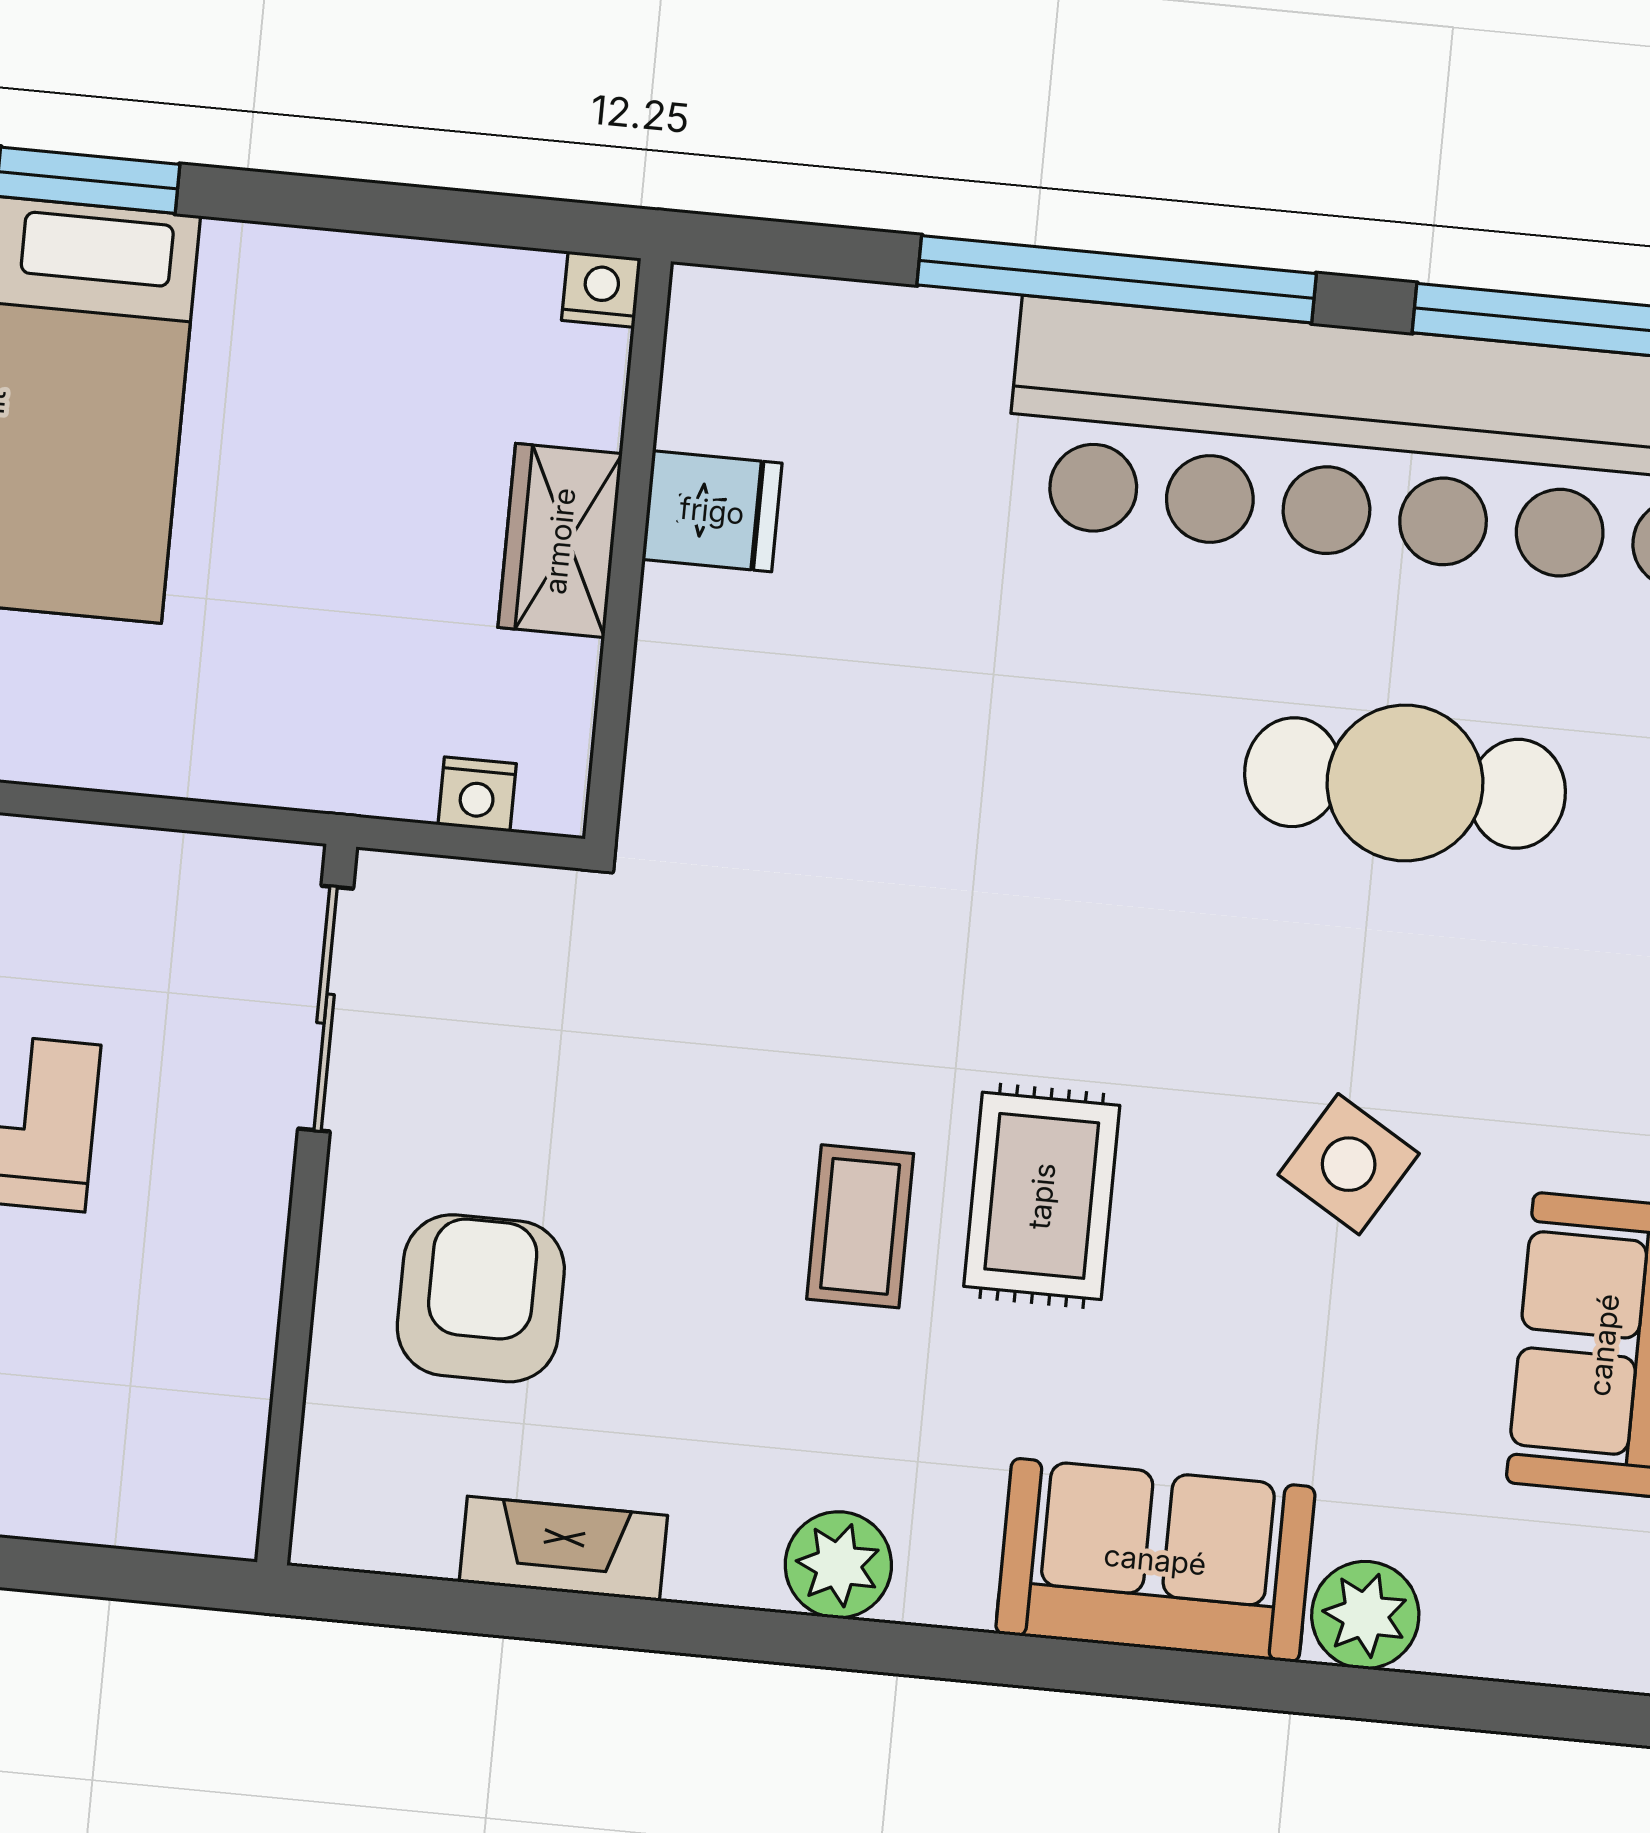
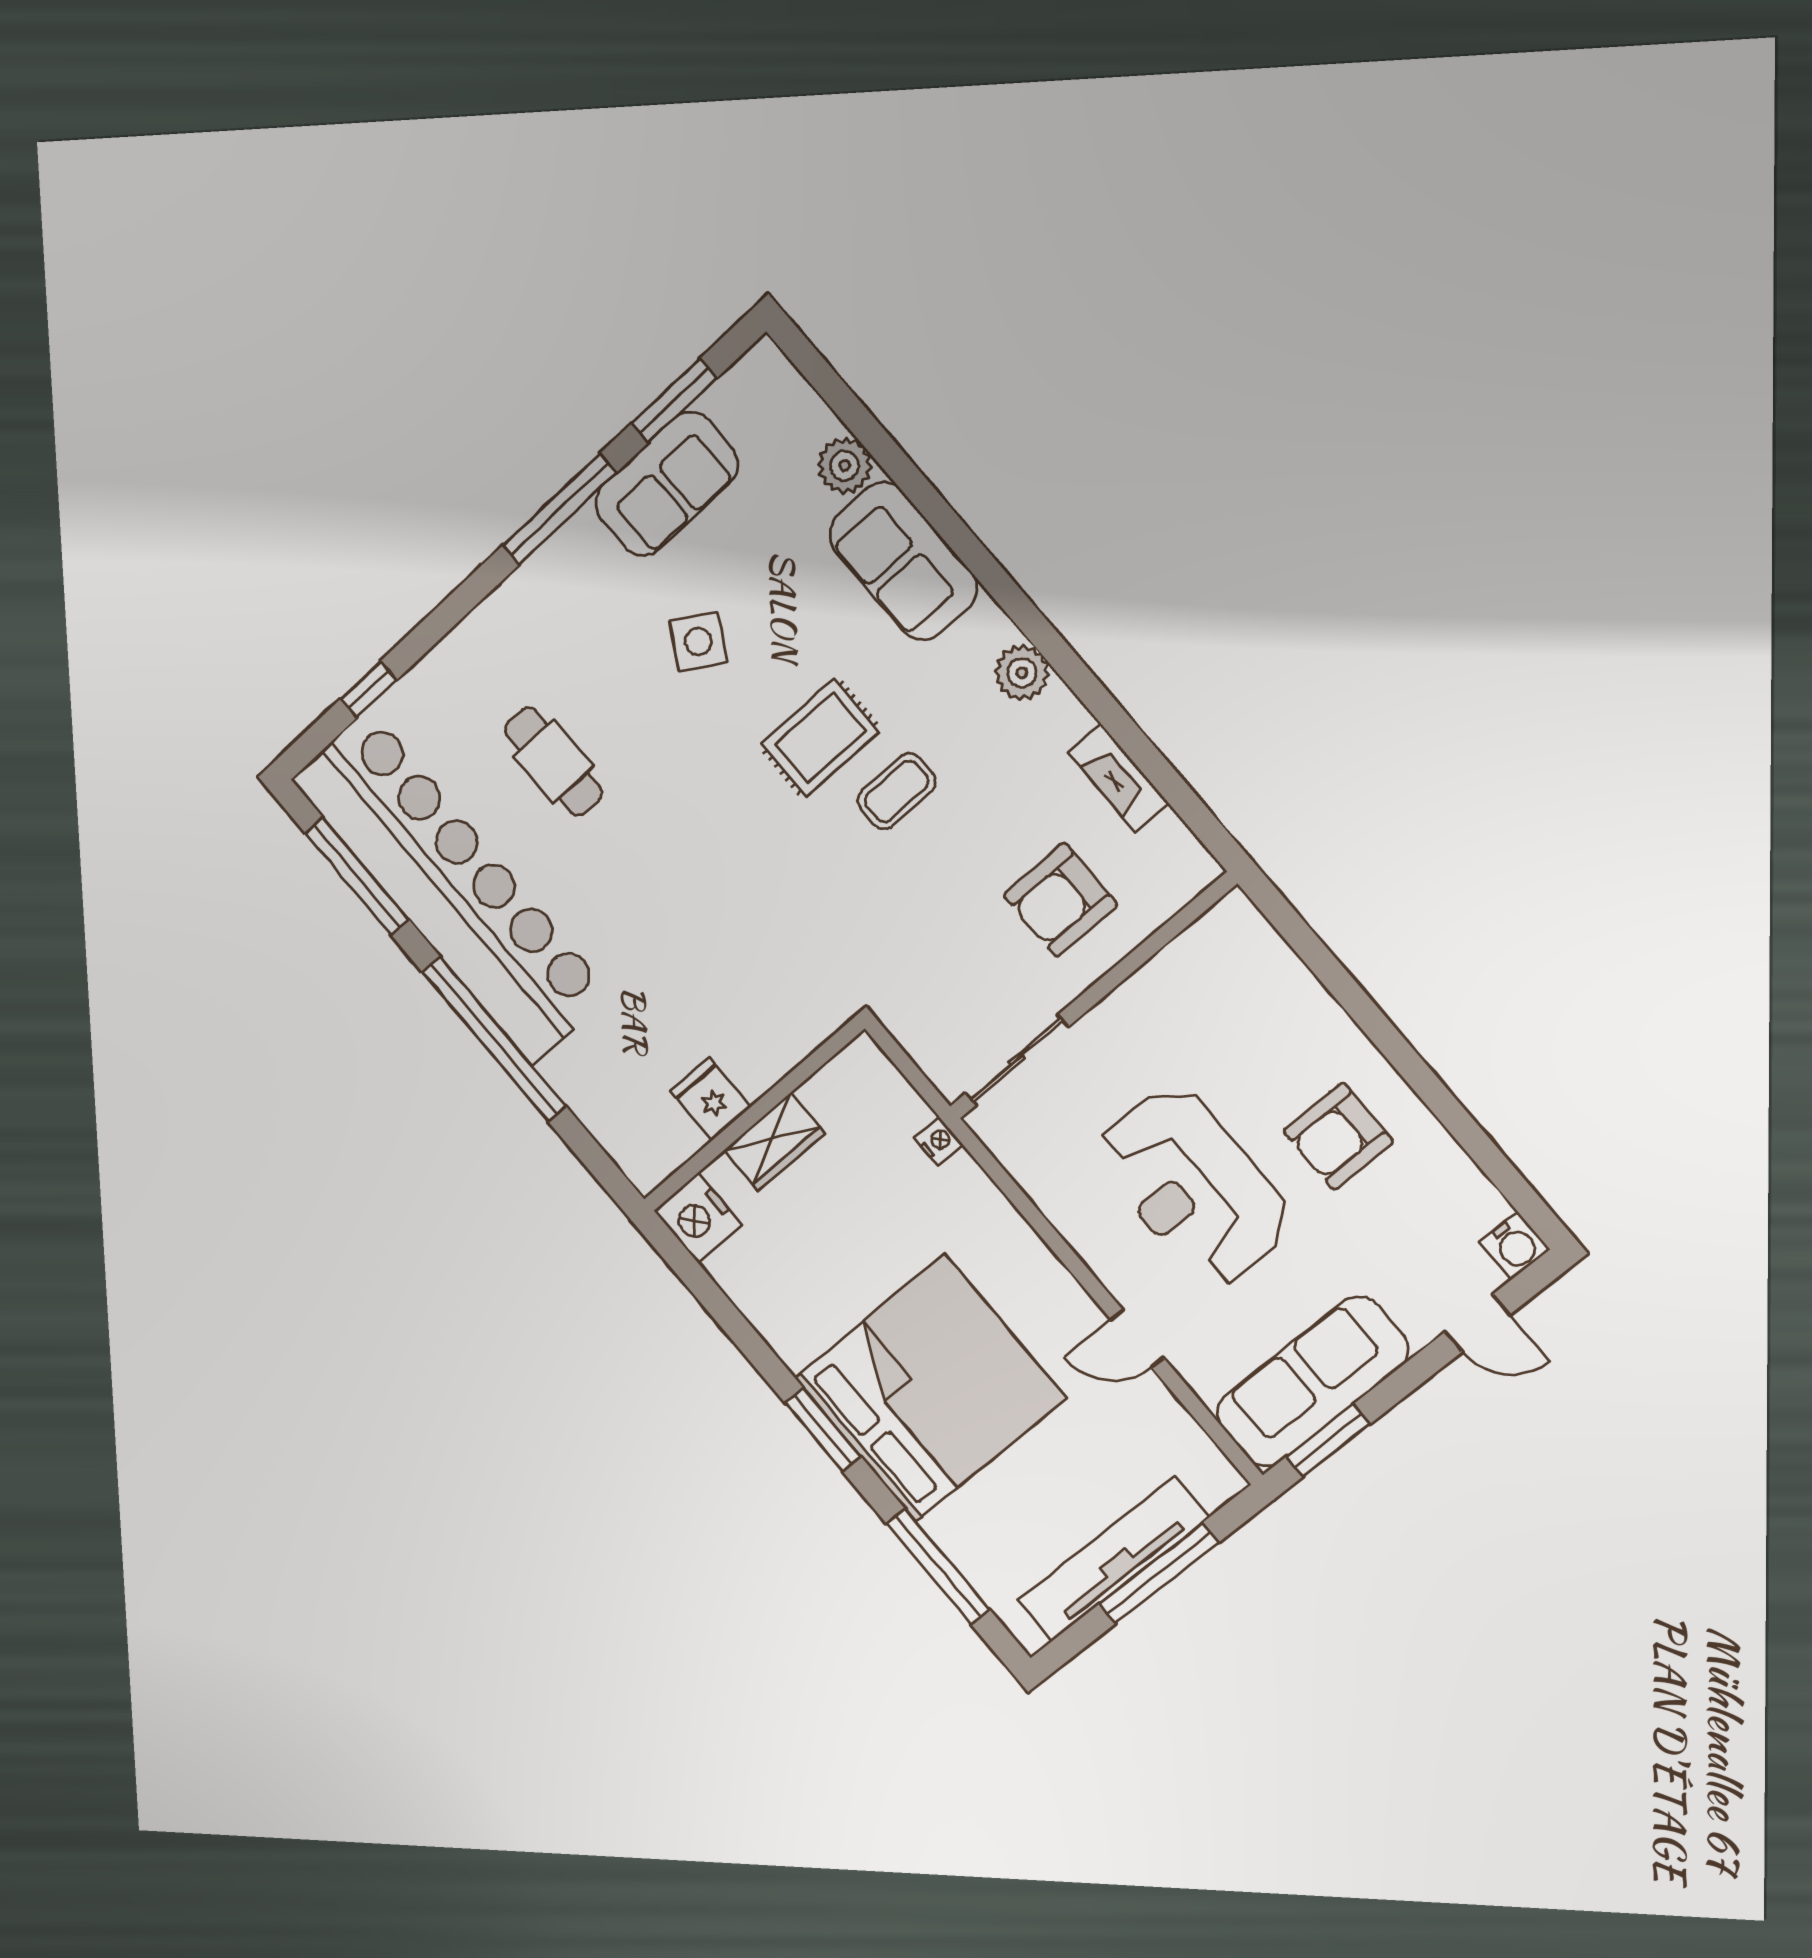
nightstand: (601, 289) -> (698, 1218), width x1.89, depth x1.79
cafe table: (1405, 783) -> (553, 761), width x0.73, depth x0.74
nightstand: (477, 794) -> (938, 1141), moved

